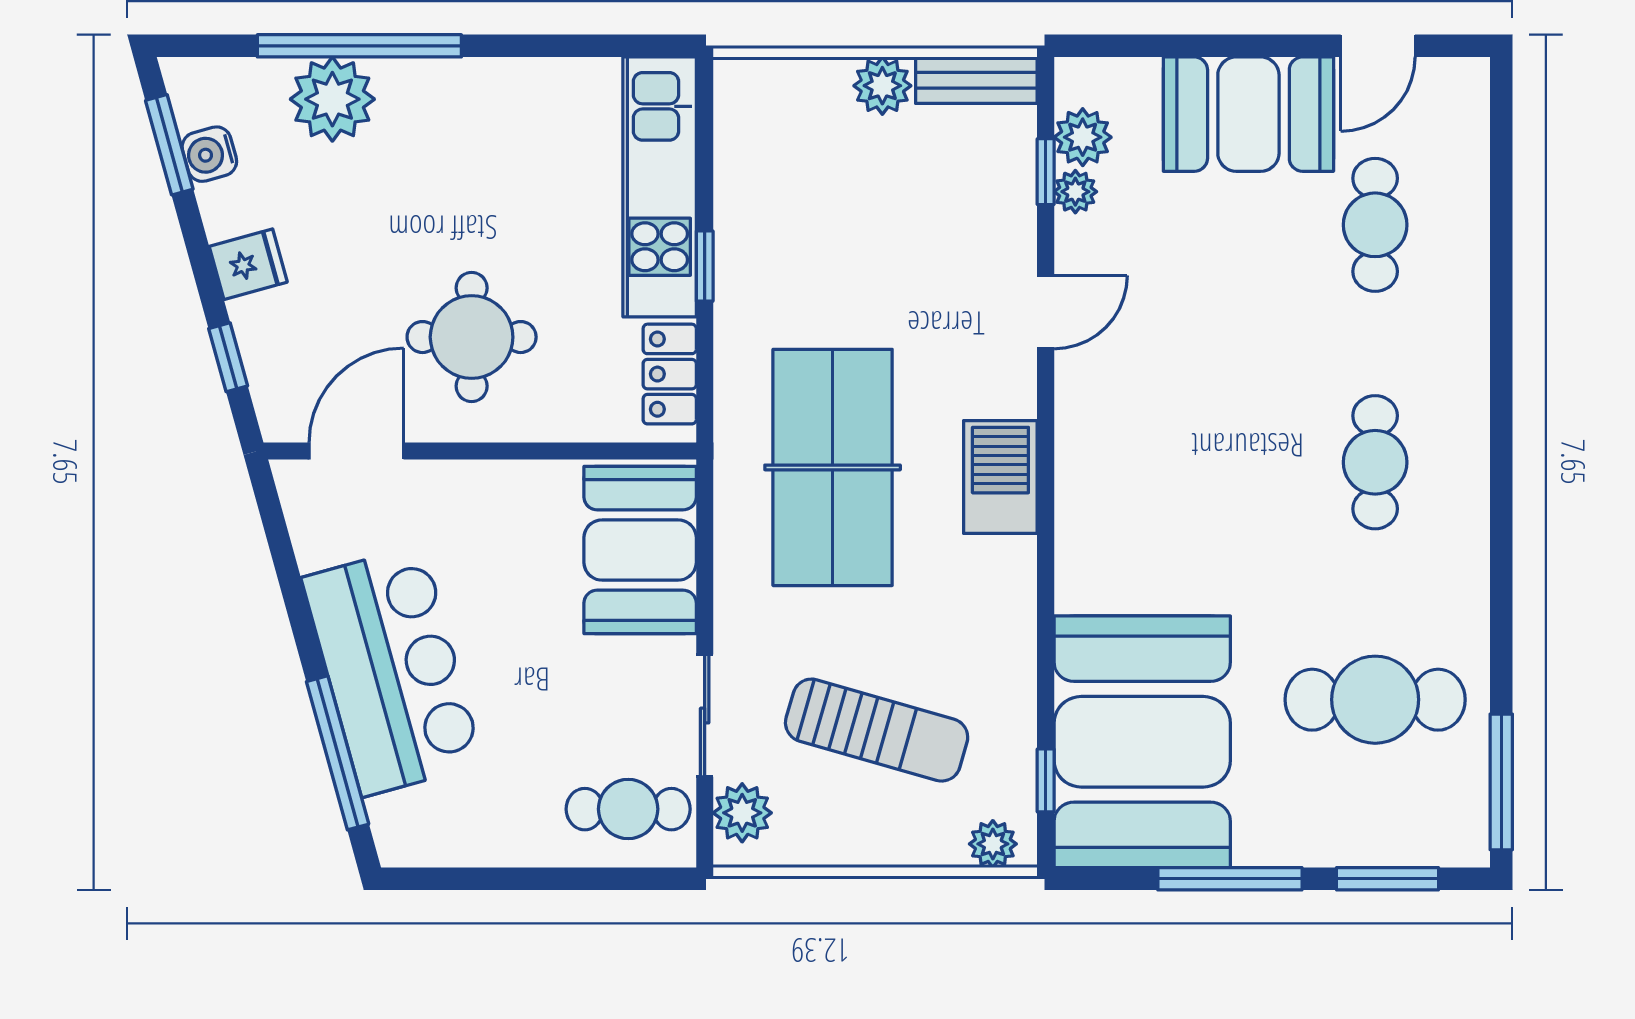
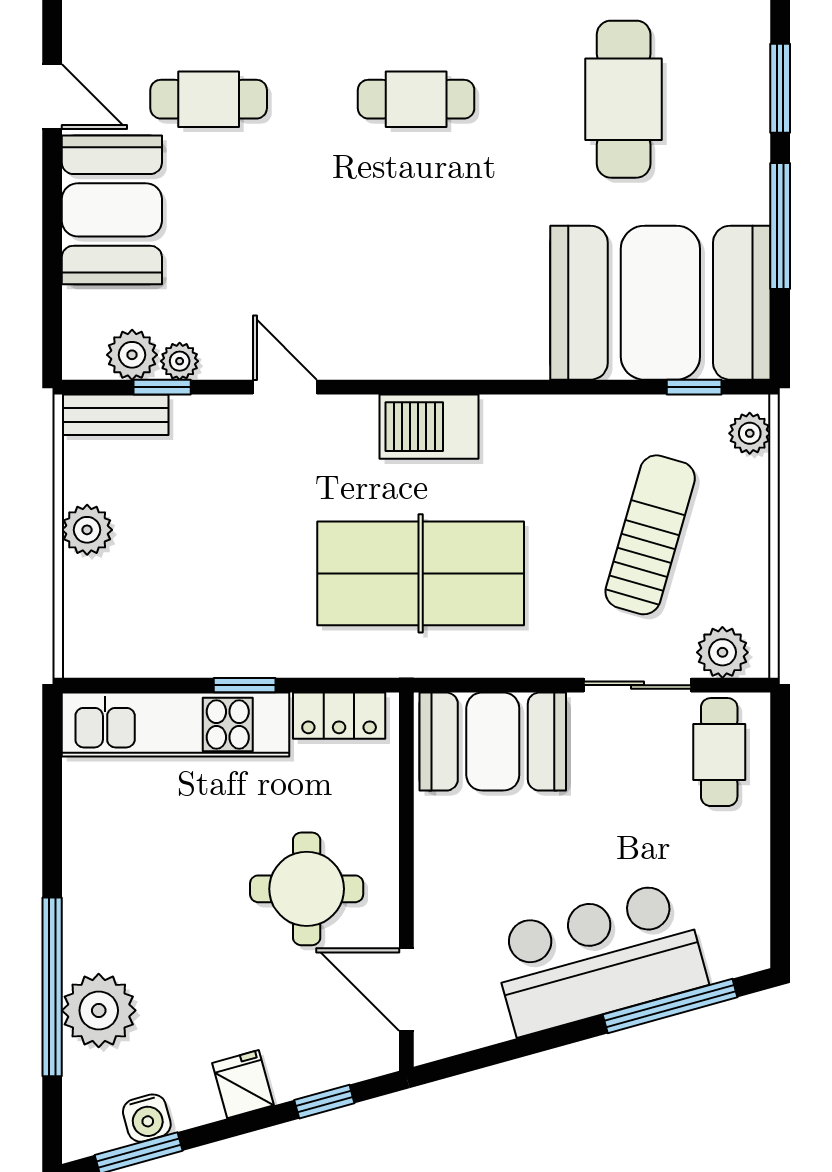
bench: (976, 80) -> (115, 415), moved, turned 90

